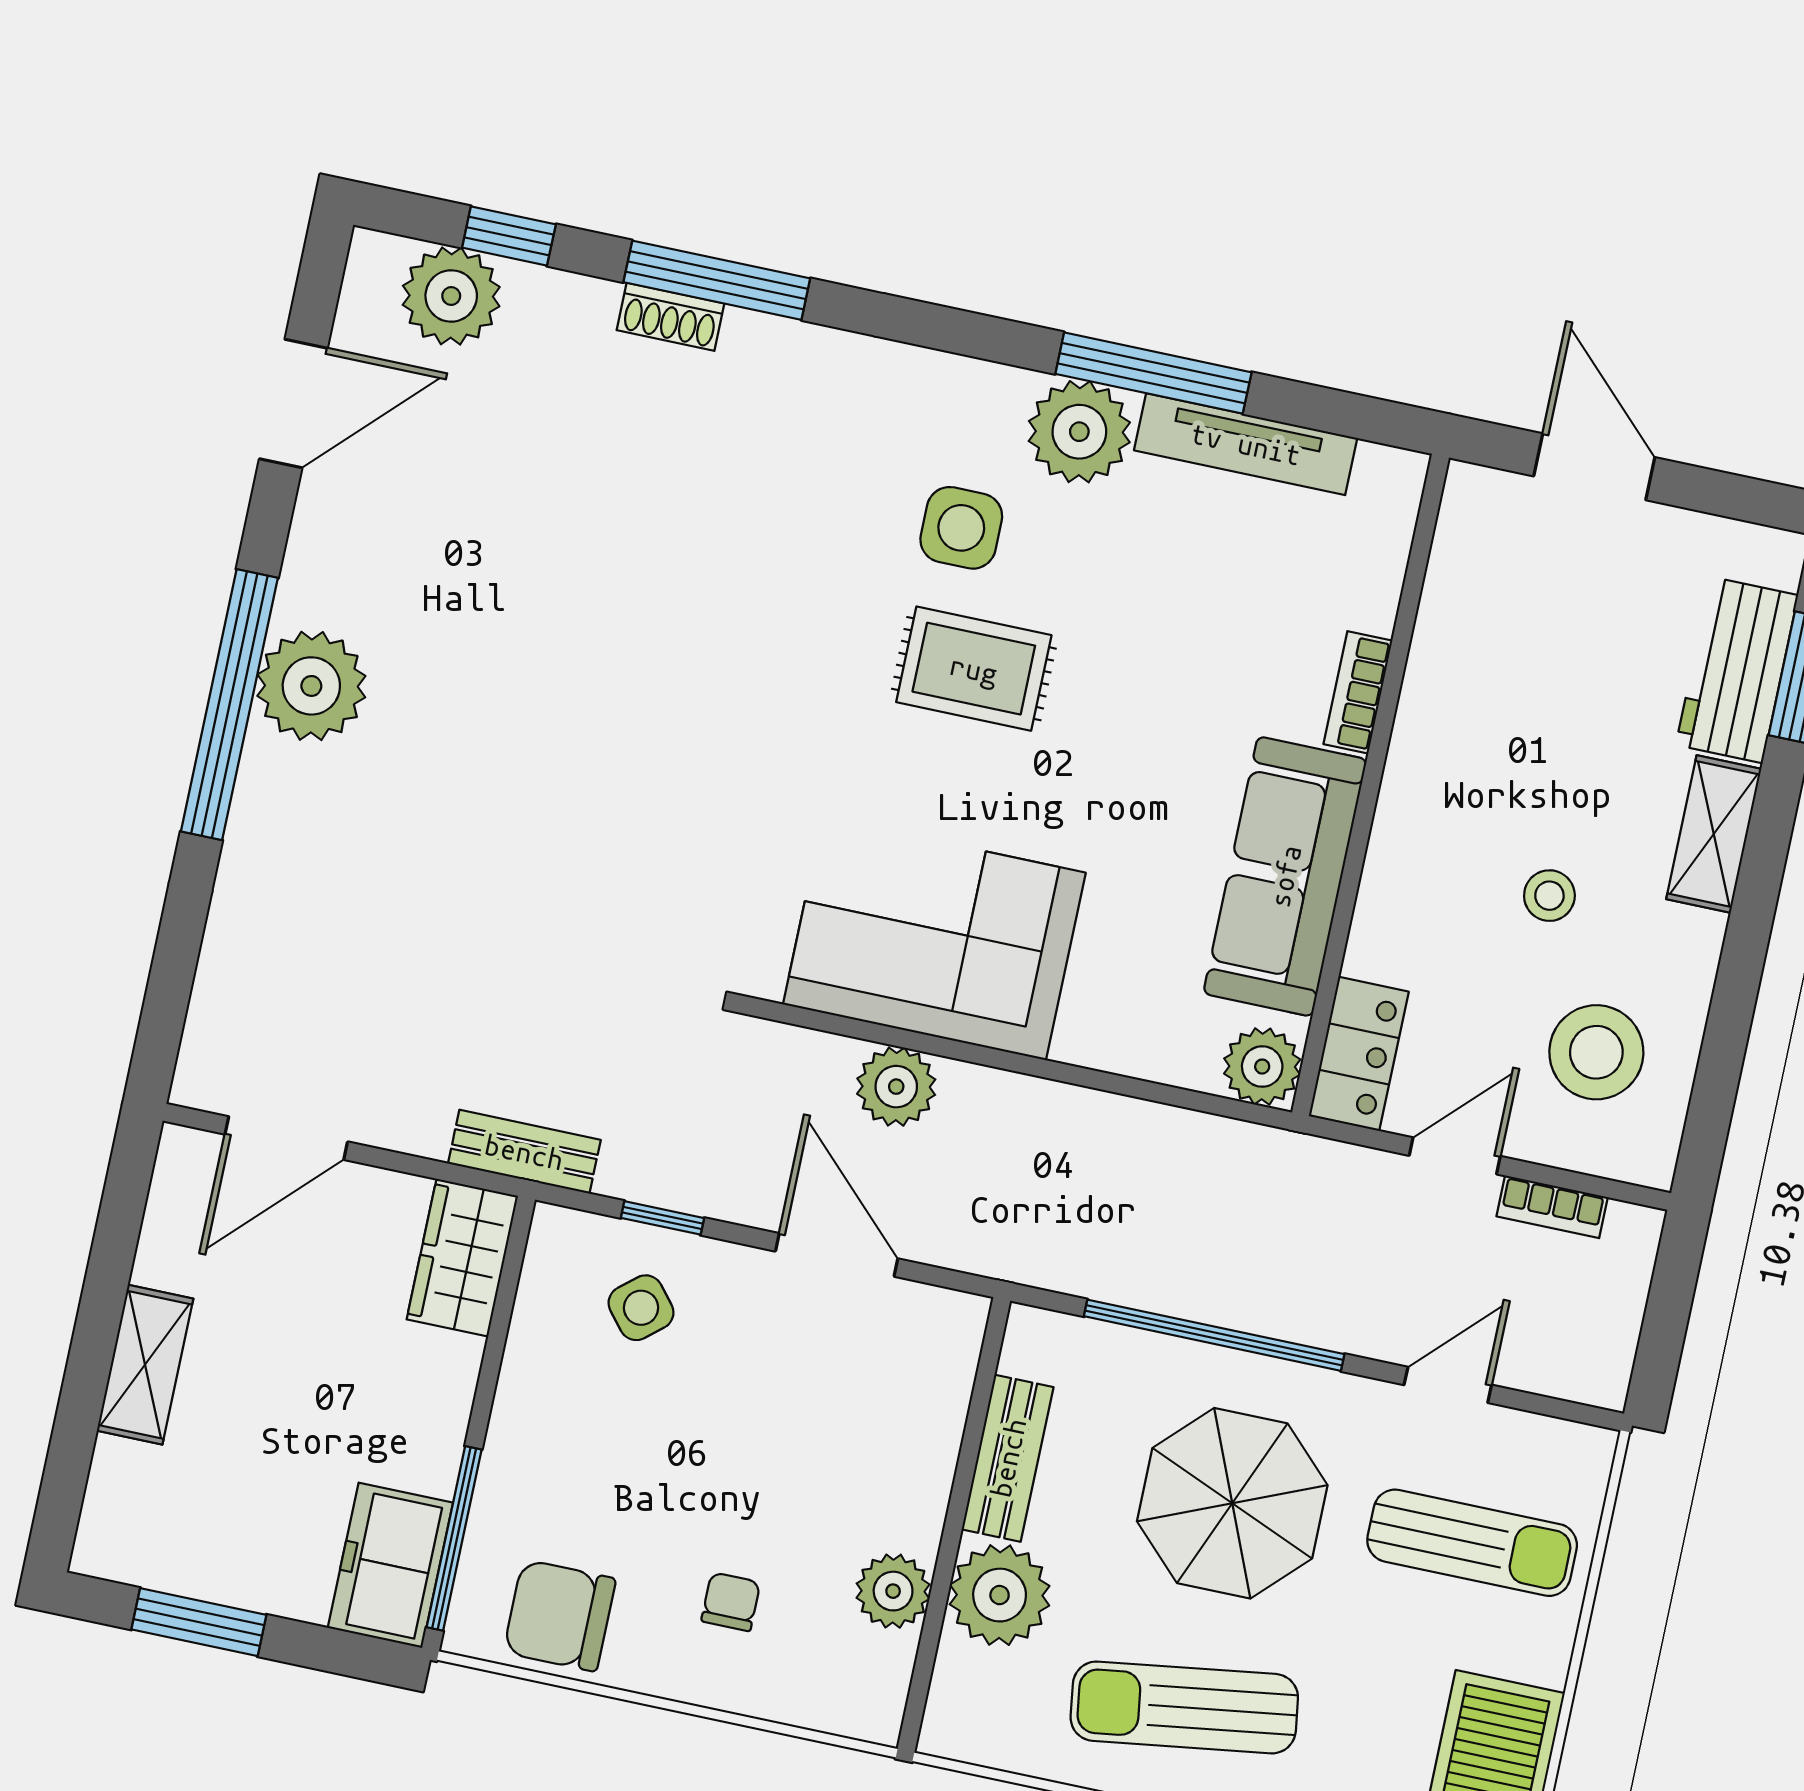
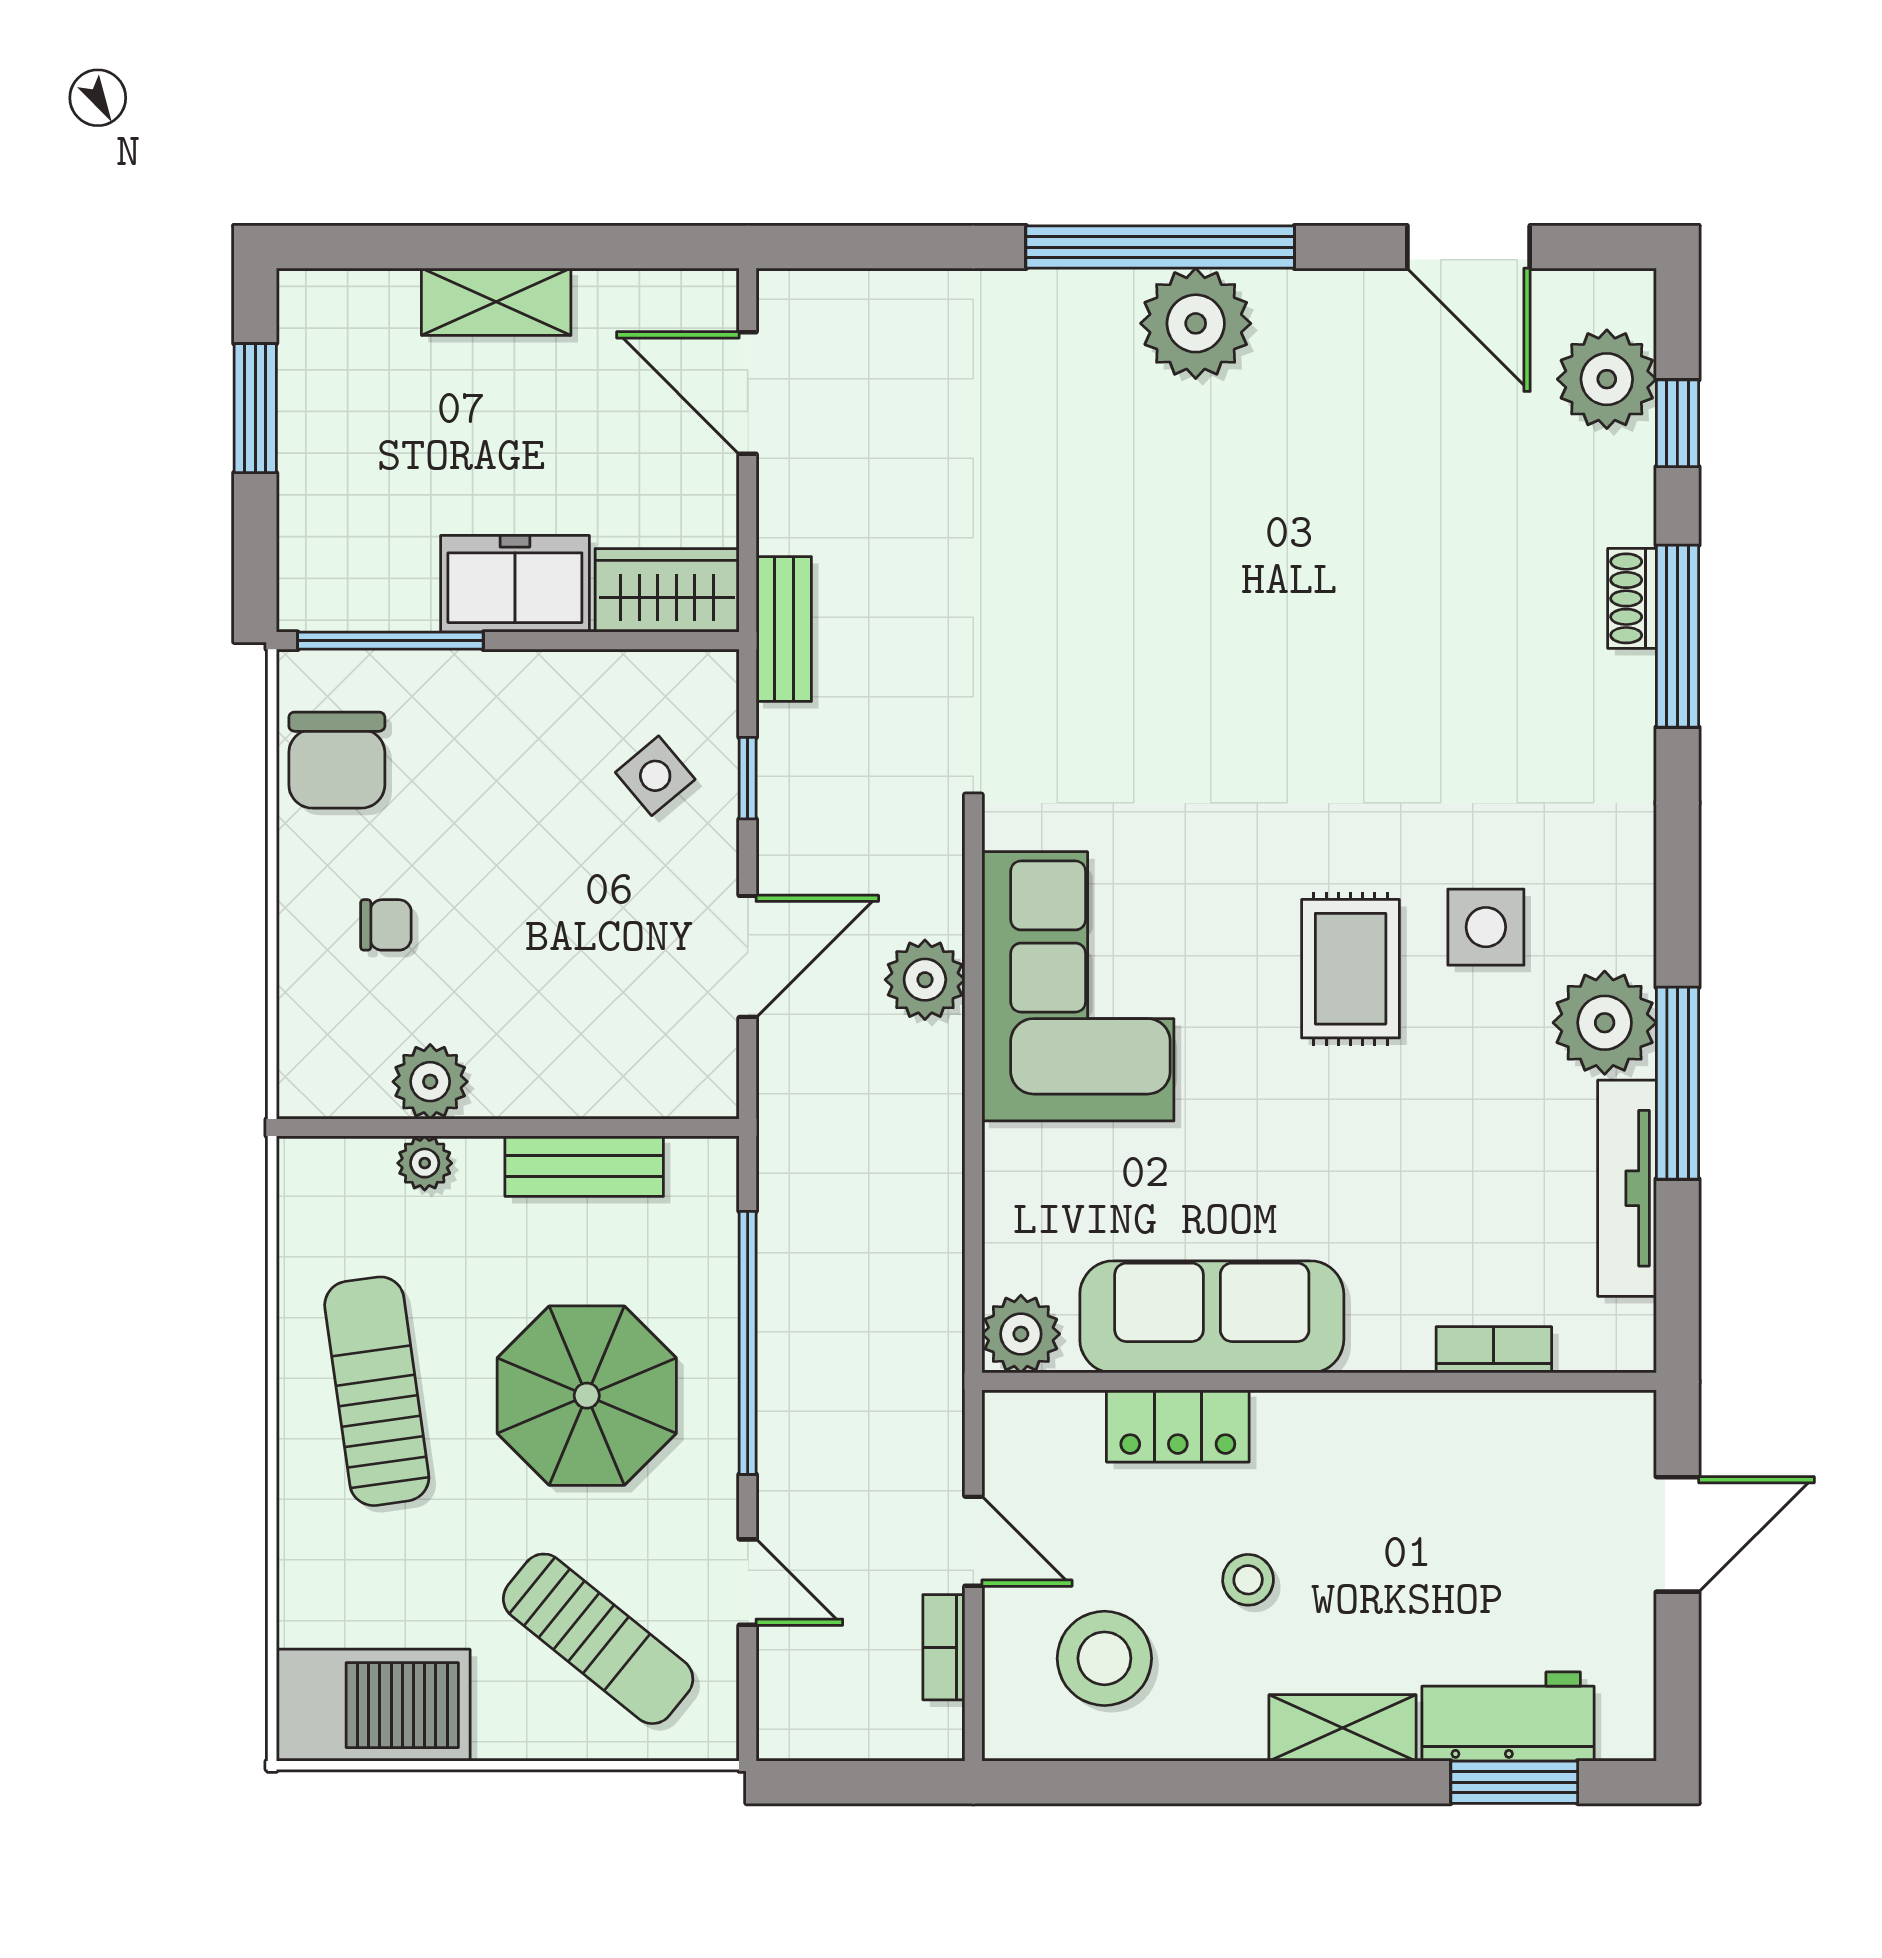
bookcase: (1358, 692) -> (1494, 1350), moved
locker: (1359, 1054) -> (1178, 1426), moved
sun lounger: (1472, 1543) -> (598, 1639), turned -51
freezer: (390, 1565) -> (515, 584), moved
plant: (1000, 1595) -> (425, 1163), width x0.53, depth x0.53
chair: (560, 1615) -> (337, 760), turned 180

